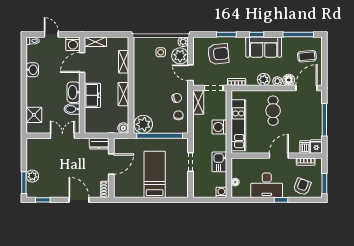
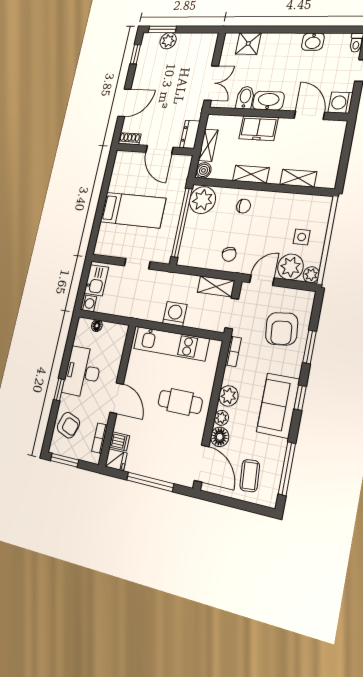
shelving: (95, 42) -> (208, 145), moved
chair: (178, 115) -> (244, 206), moved
kitchen sink: (219, 162) -> (96, 280), moved, turned 90

